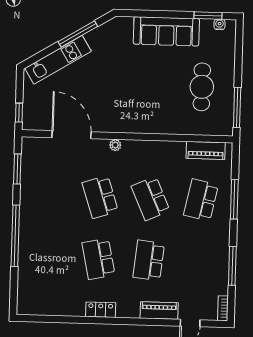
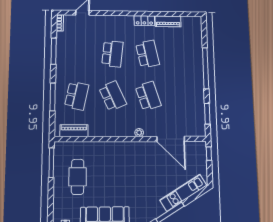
piano: (159, 310) -> (168, 21), moved

